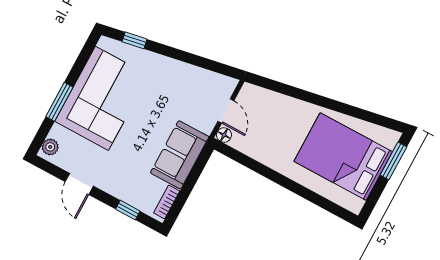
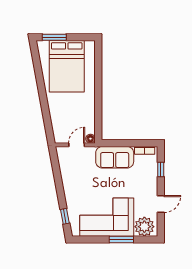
plant: (50, 147) -> (144, 227), width x1.87, depth x1.87

